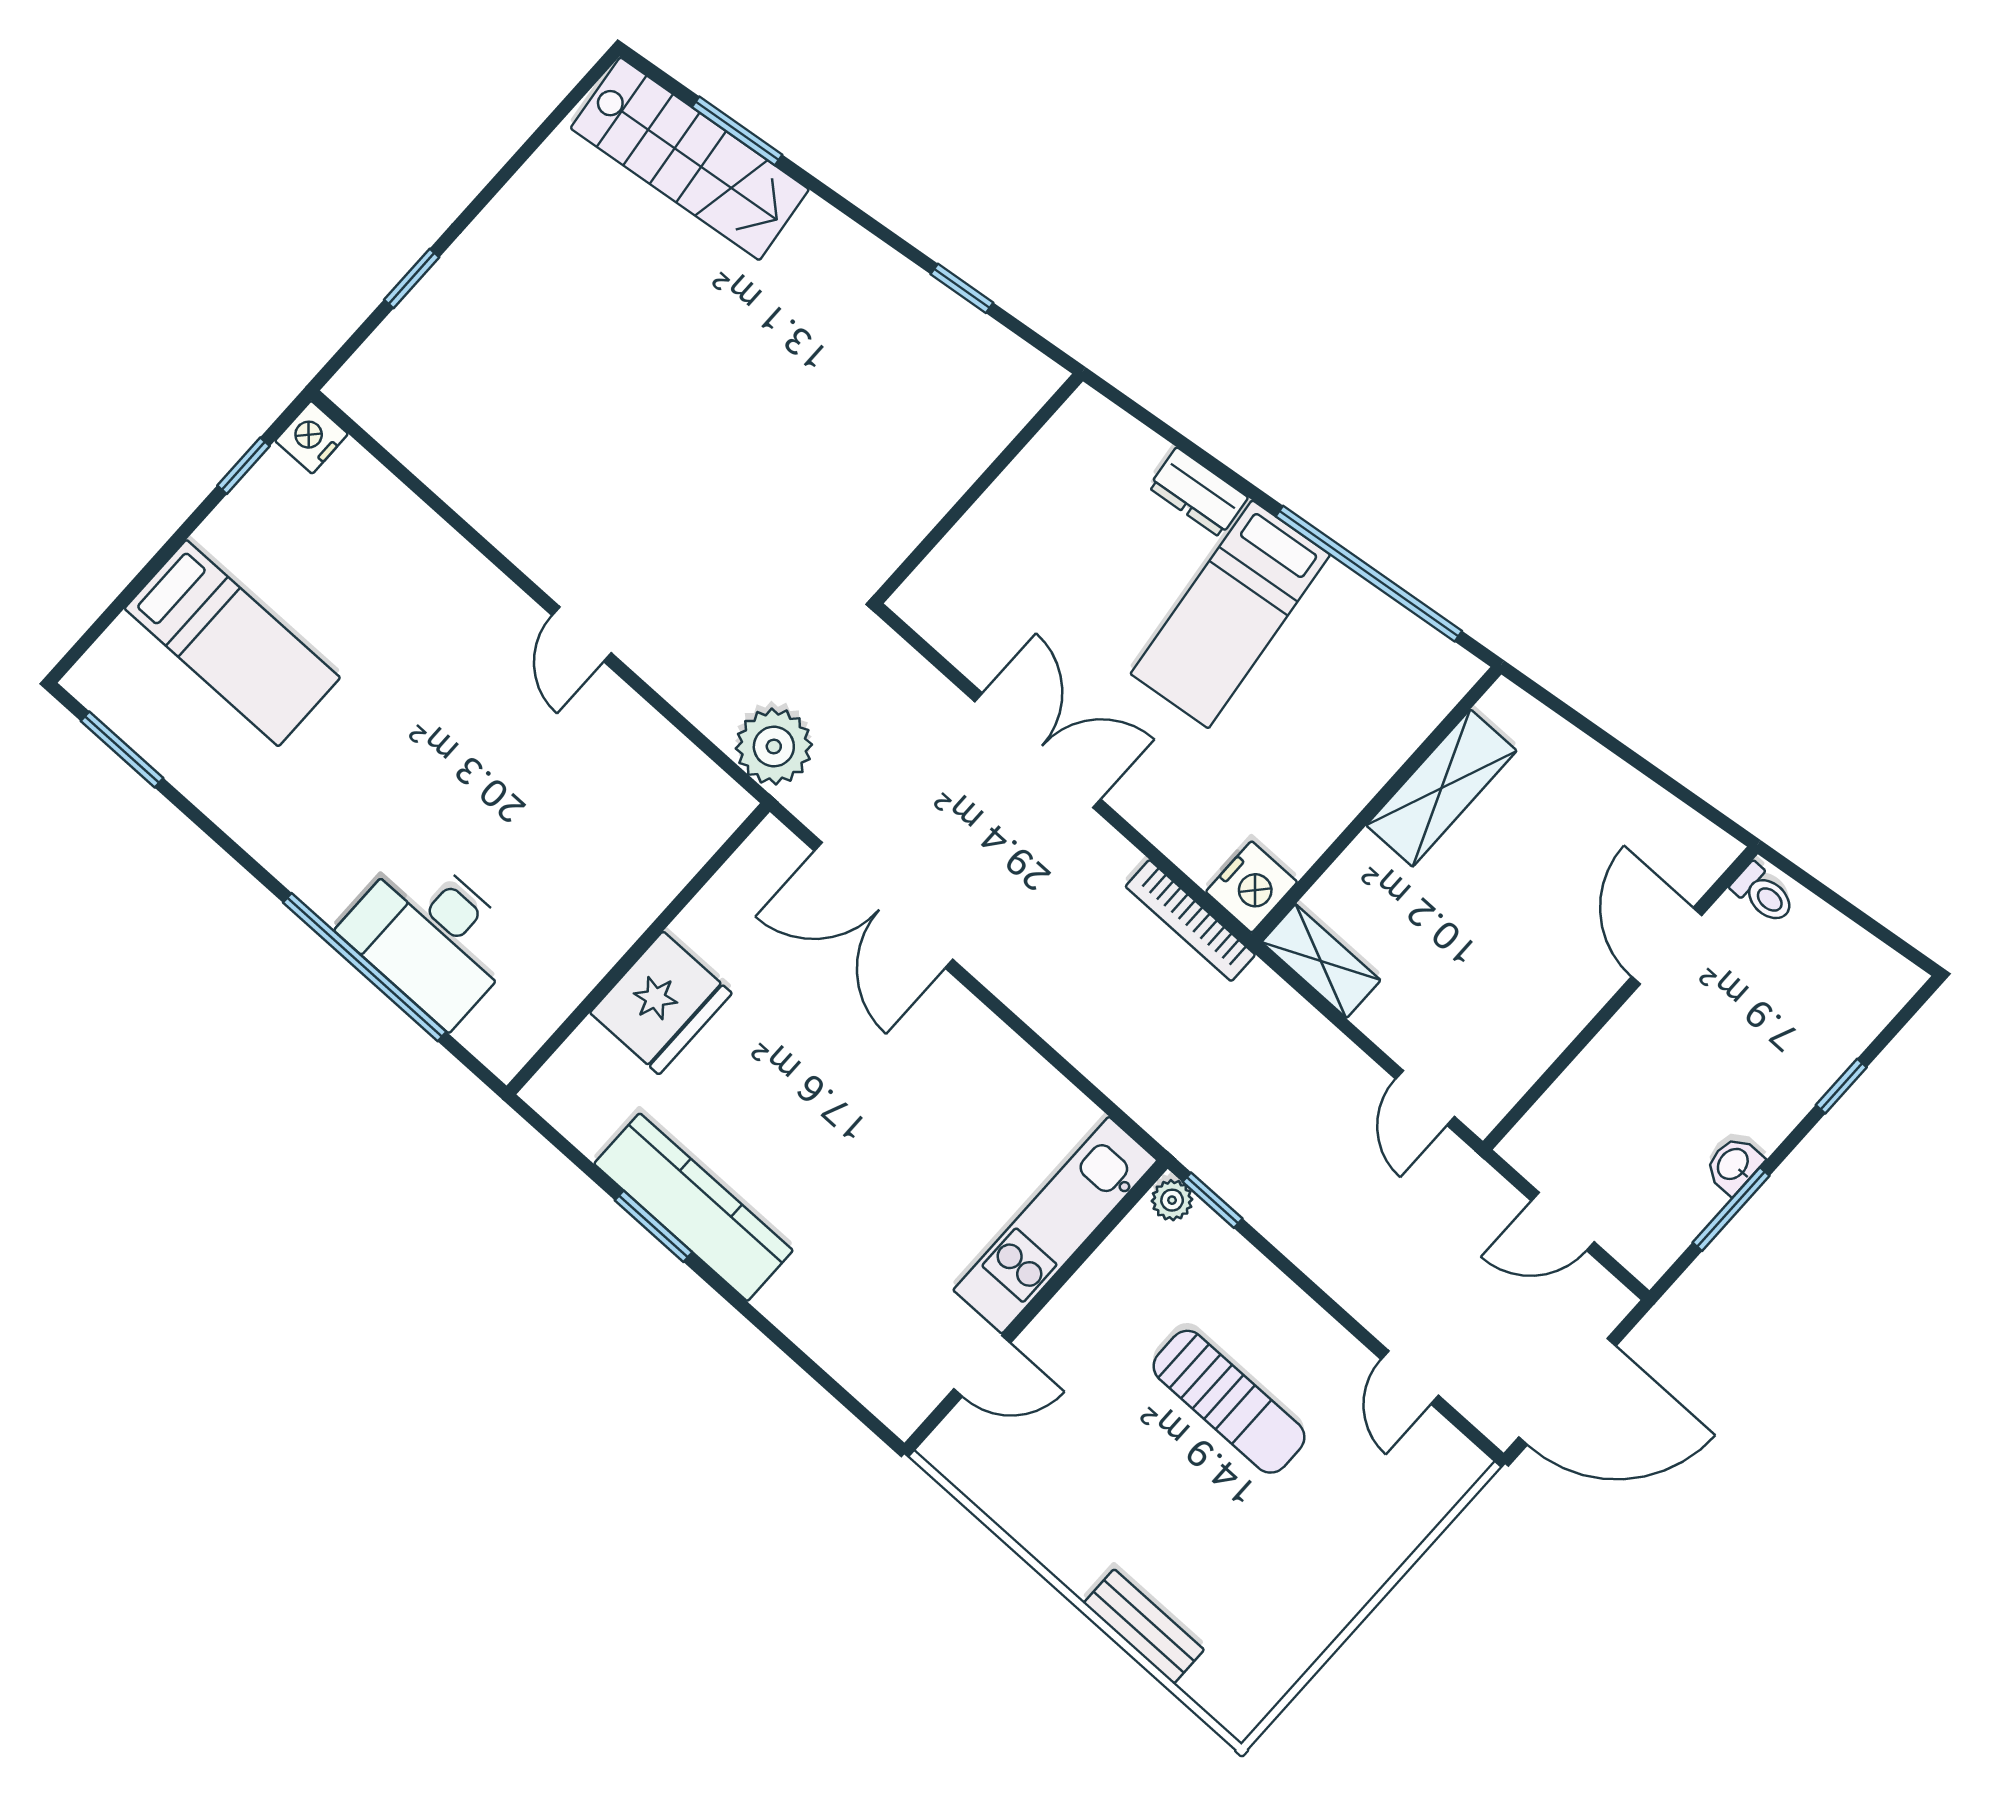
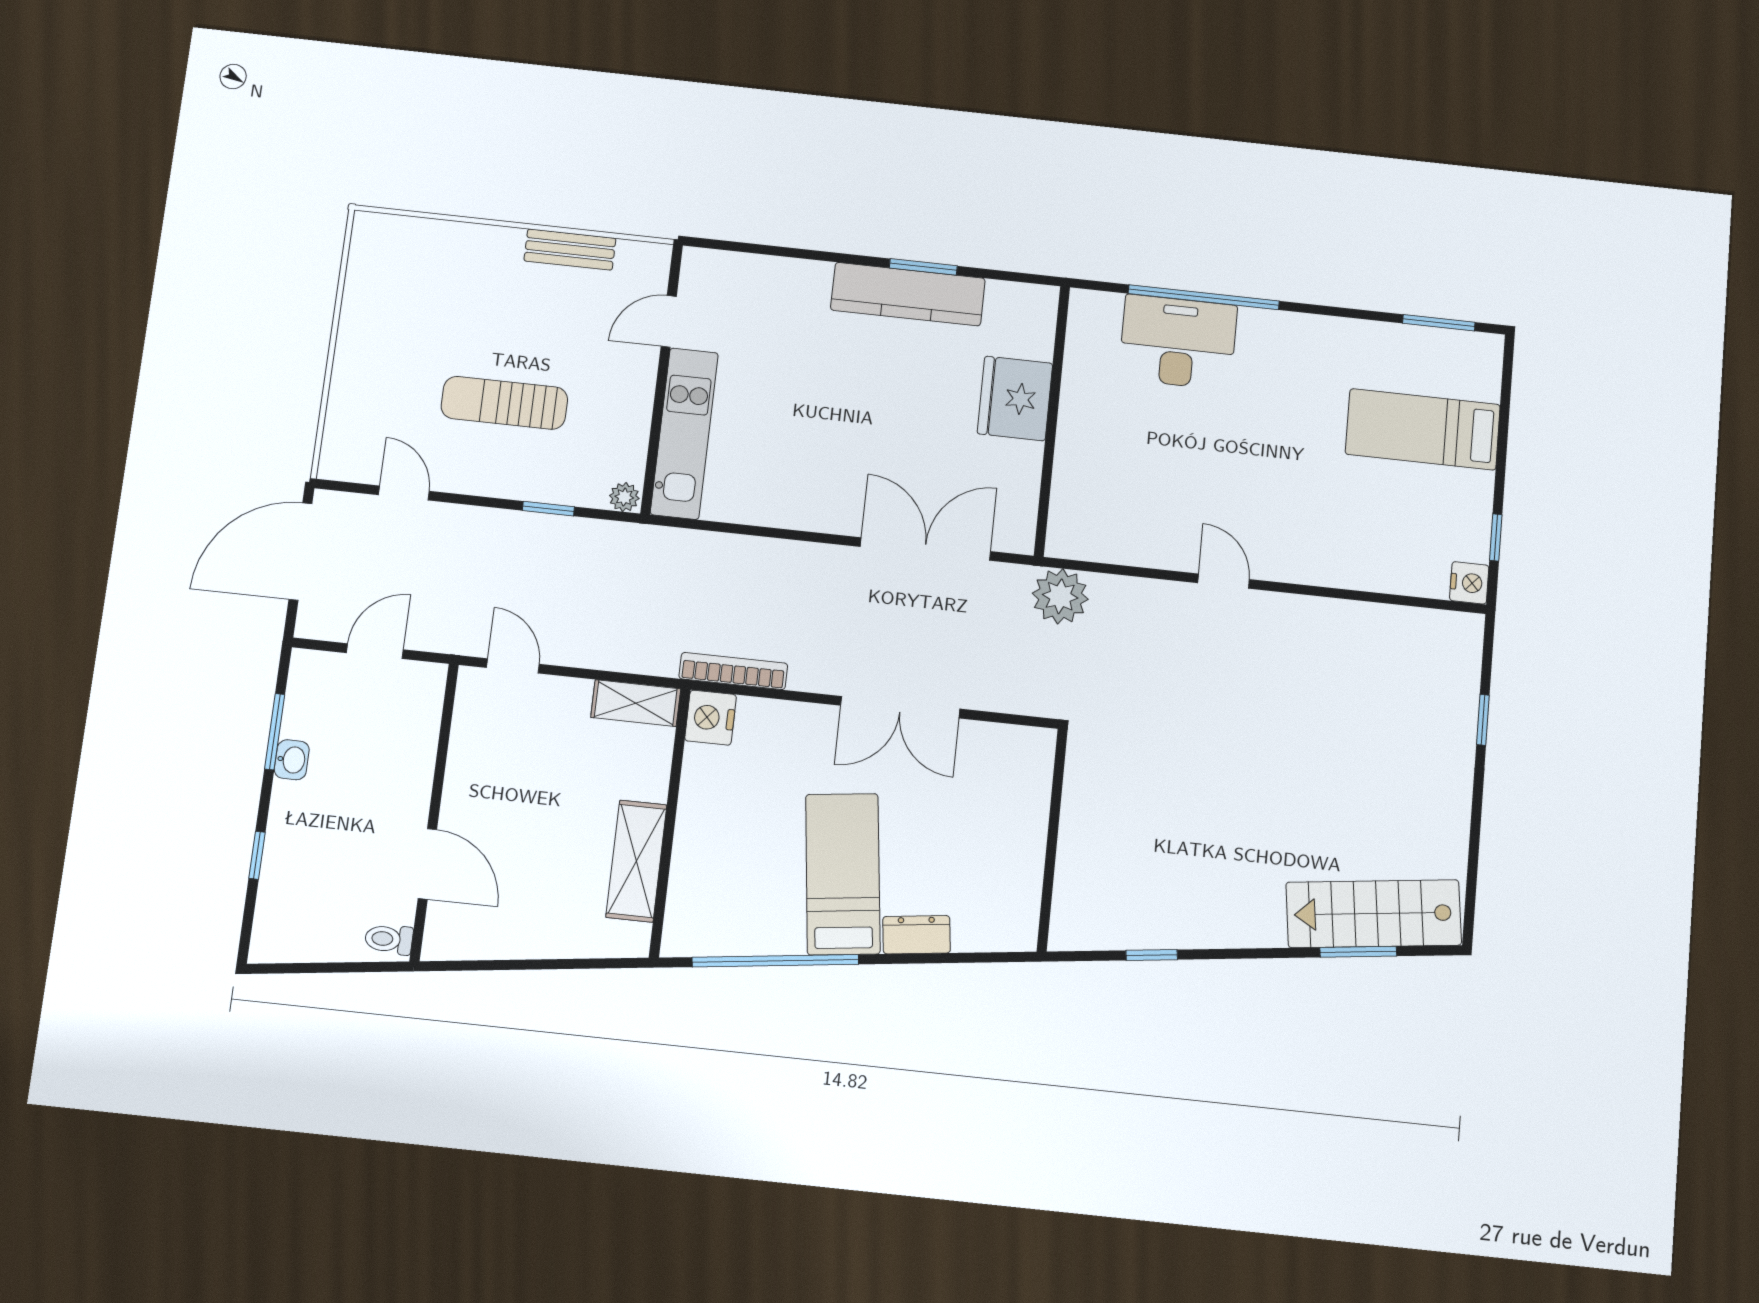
window: (1212, 1200) -> (548, 509), moved
bench: (1144, 1626) -> (570, 250), moved

